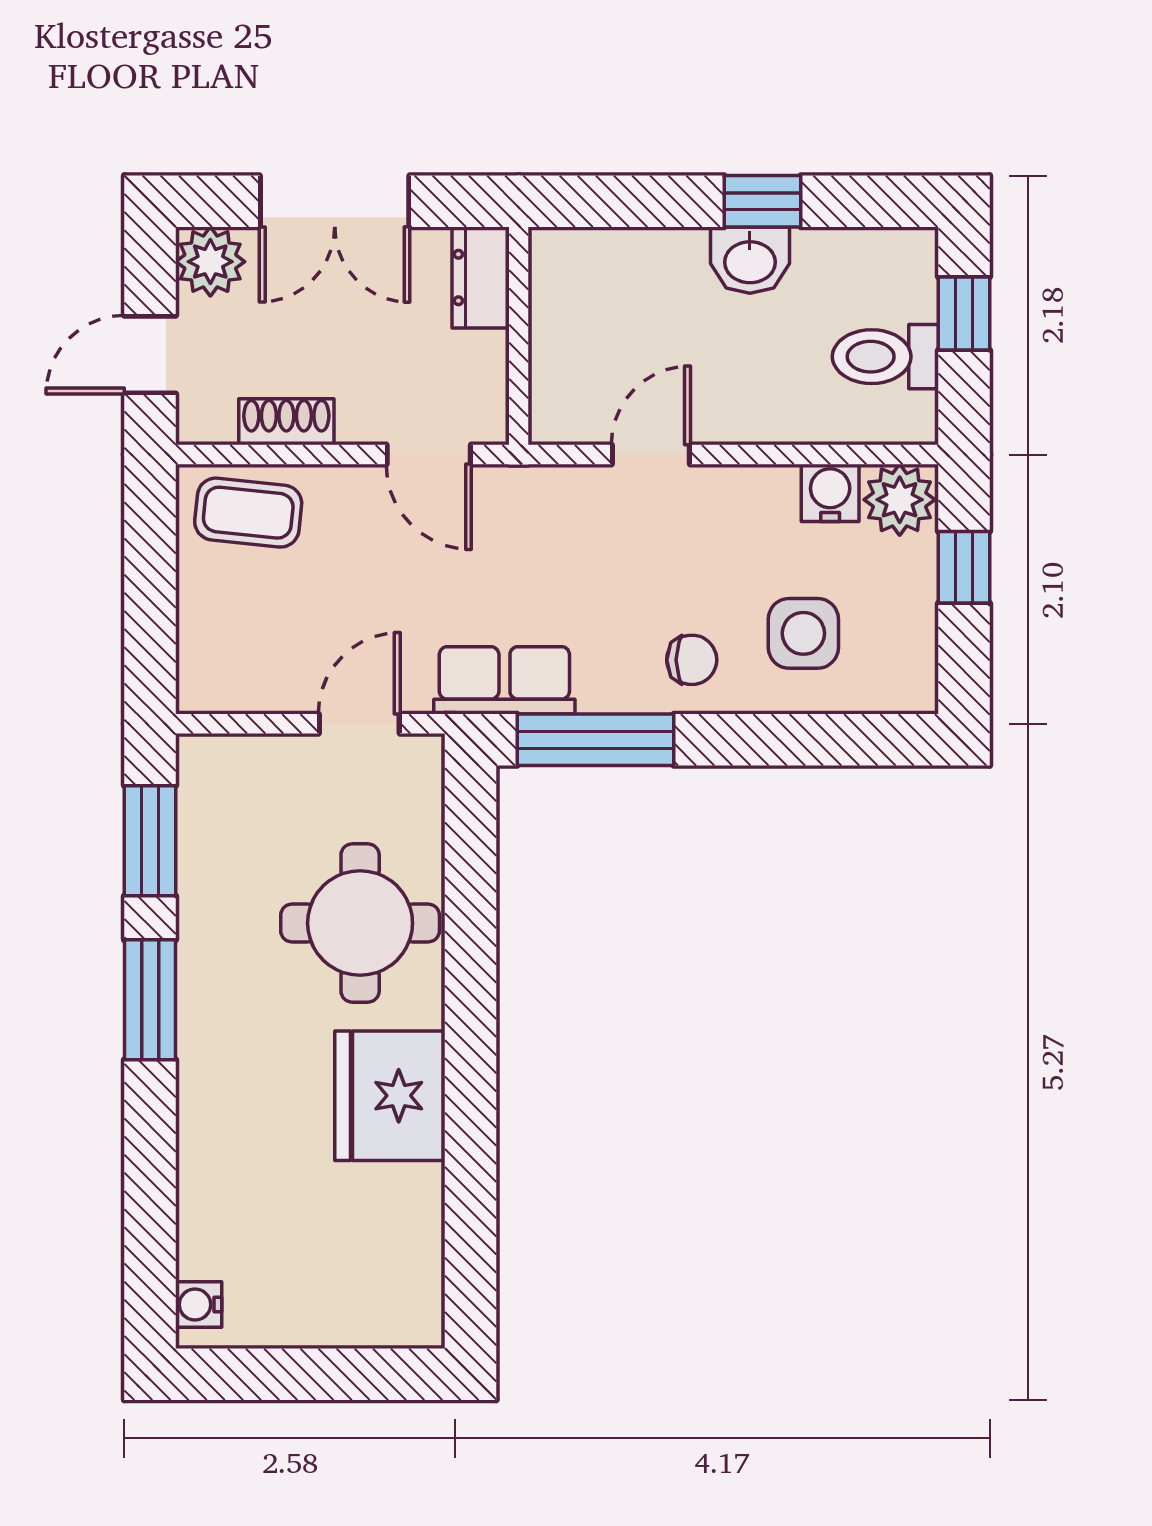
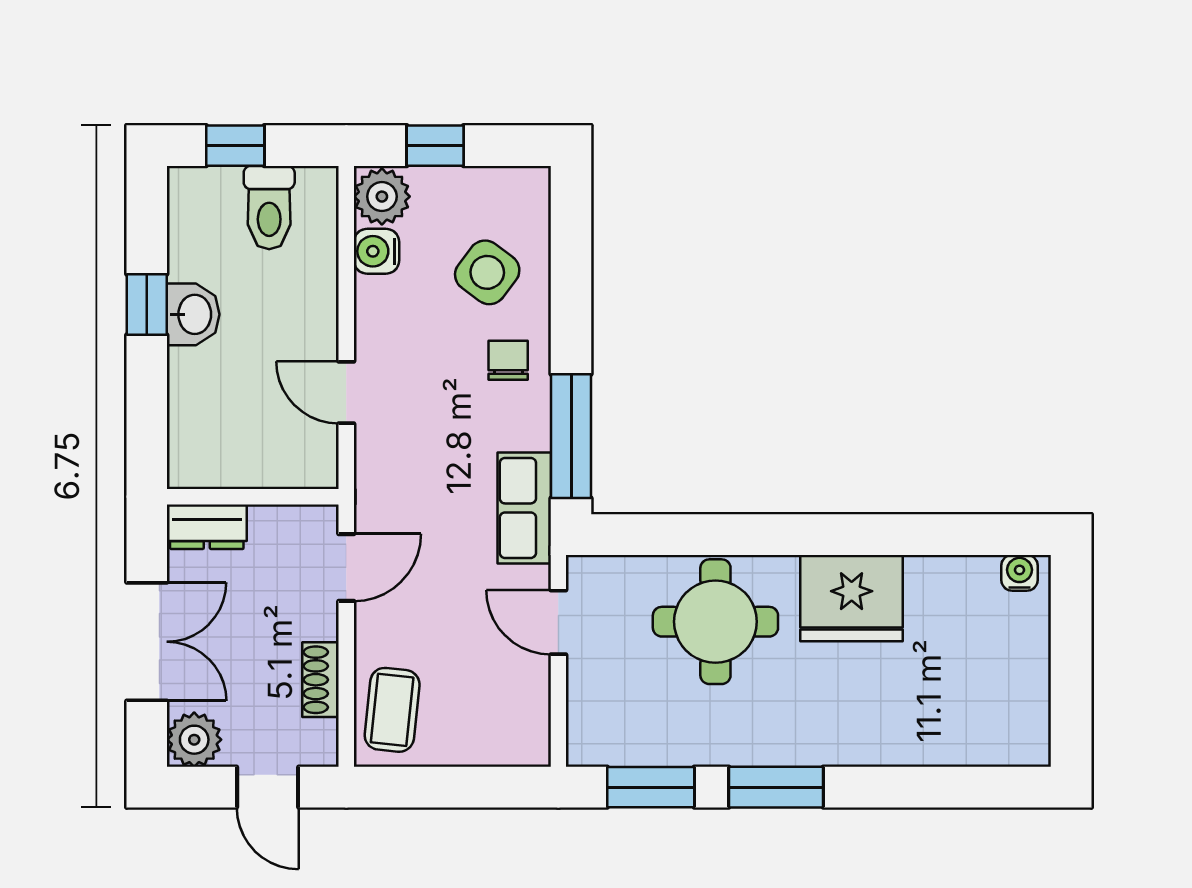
side table: (803, 633) -> (487, 272), turned 37
water cooler: (199, 1305) -> (1020, 573), moved, turned 180

